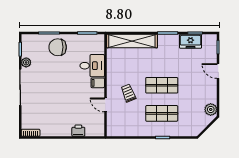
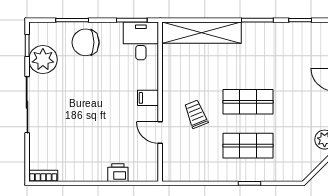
freezer: (191, 41) -> (293, 33), removed
plant: (26, 62) -> (43, 60), width x1.87, depth x1.87
desk: (92, 66) -> (141, 41), moved, turned -90

